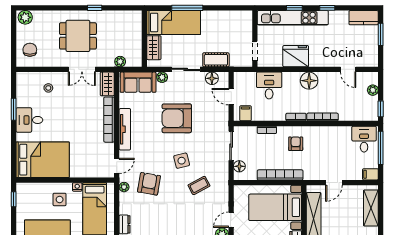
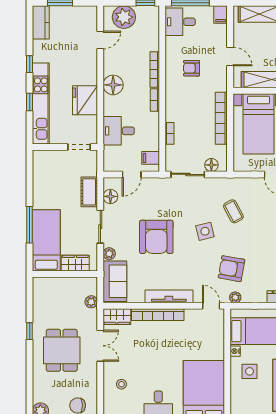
plant: (373, 90) -> (124, 17), width x1.88, depth x1.88
armchair: (296, 144) -> (192, 68), moved

